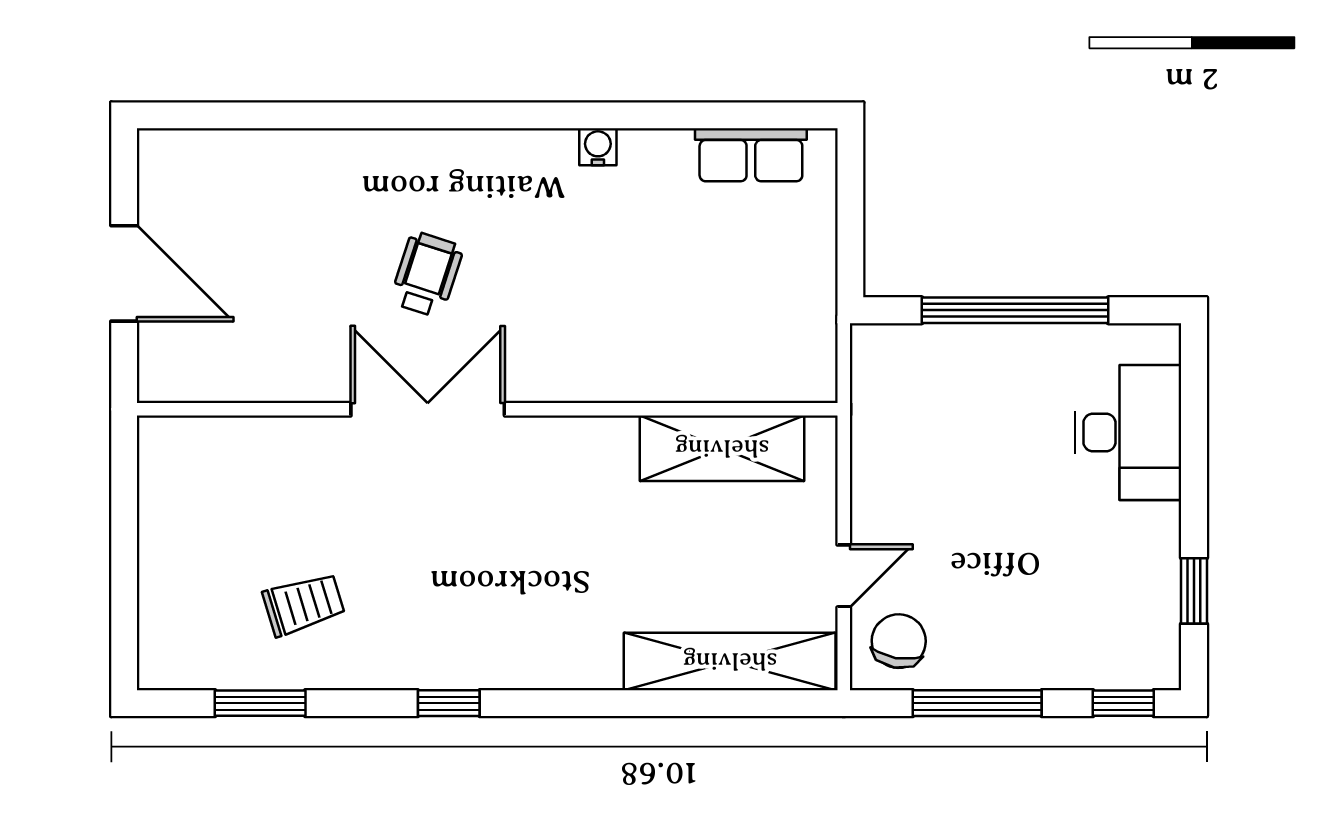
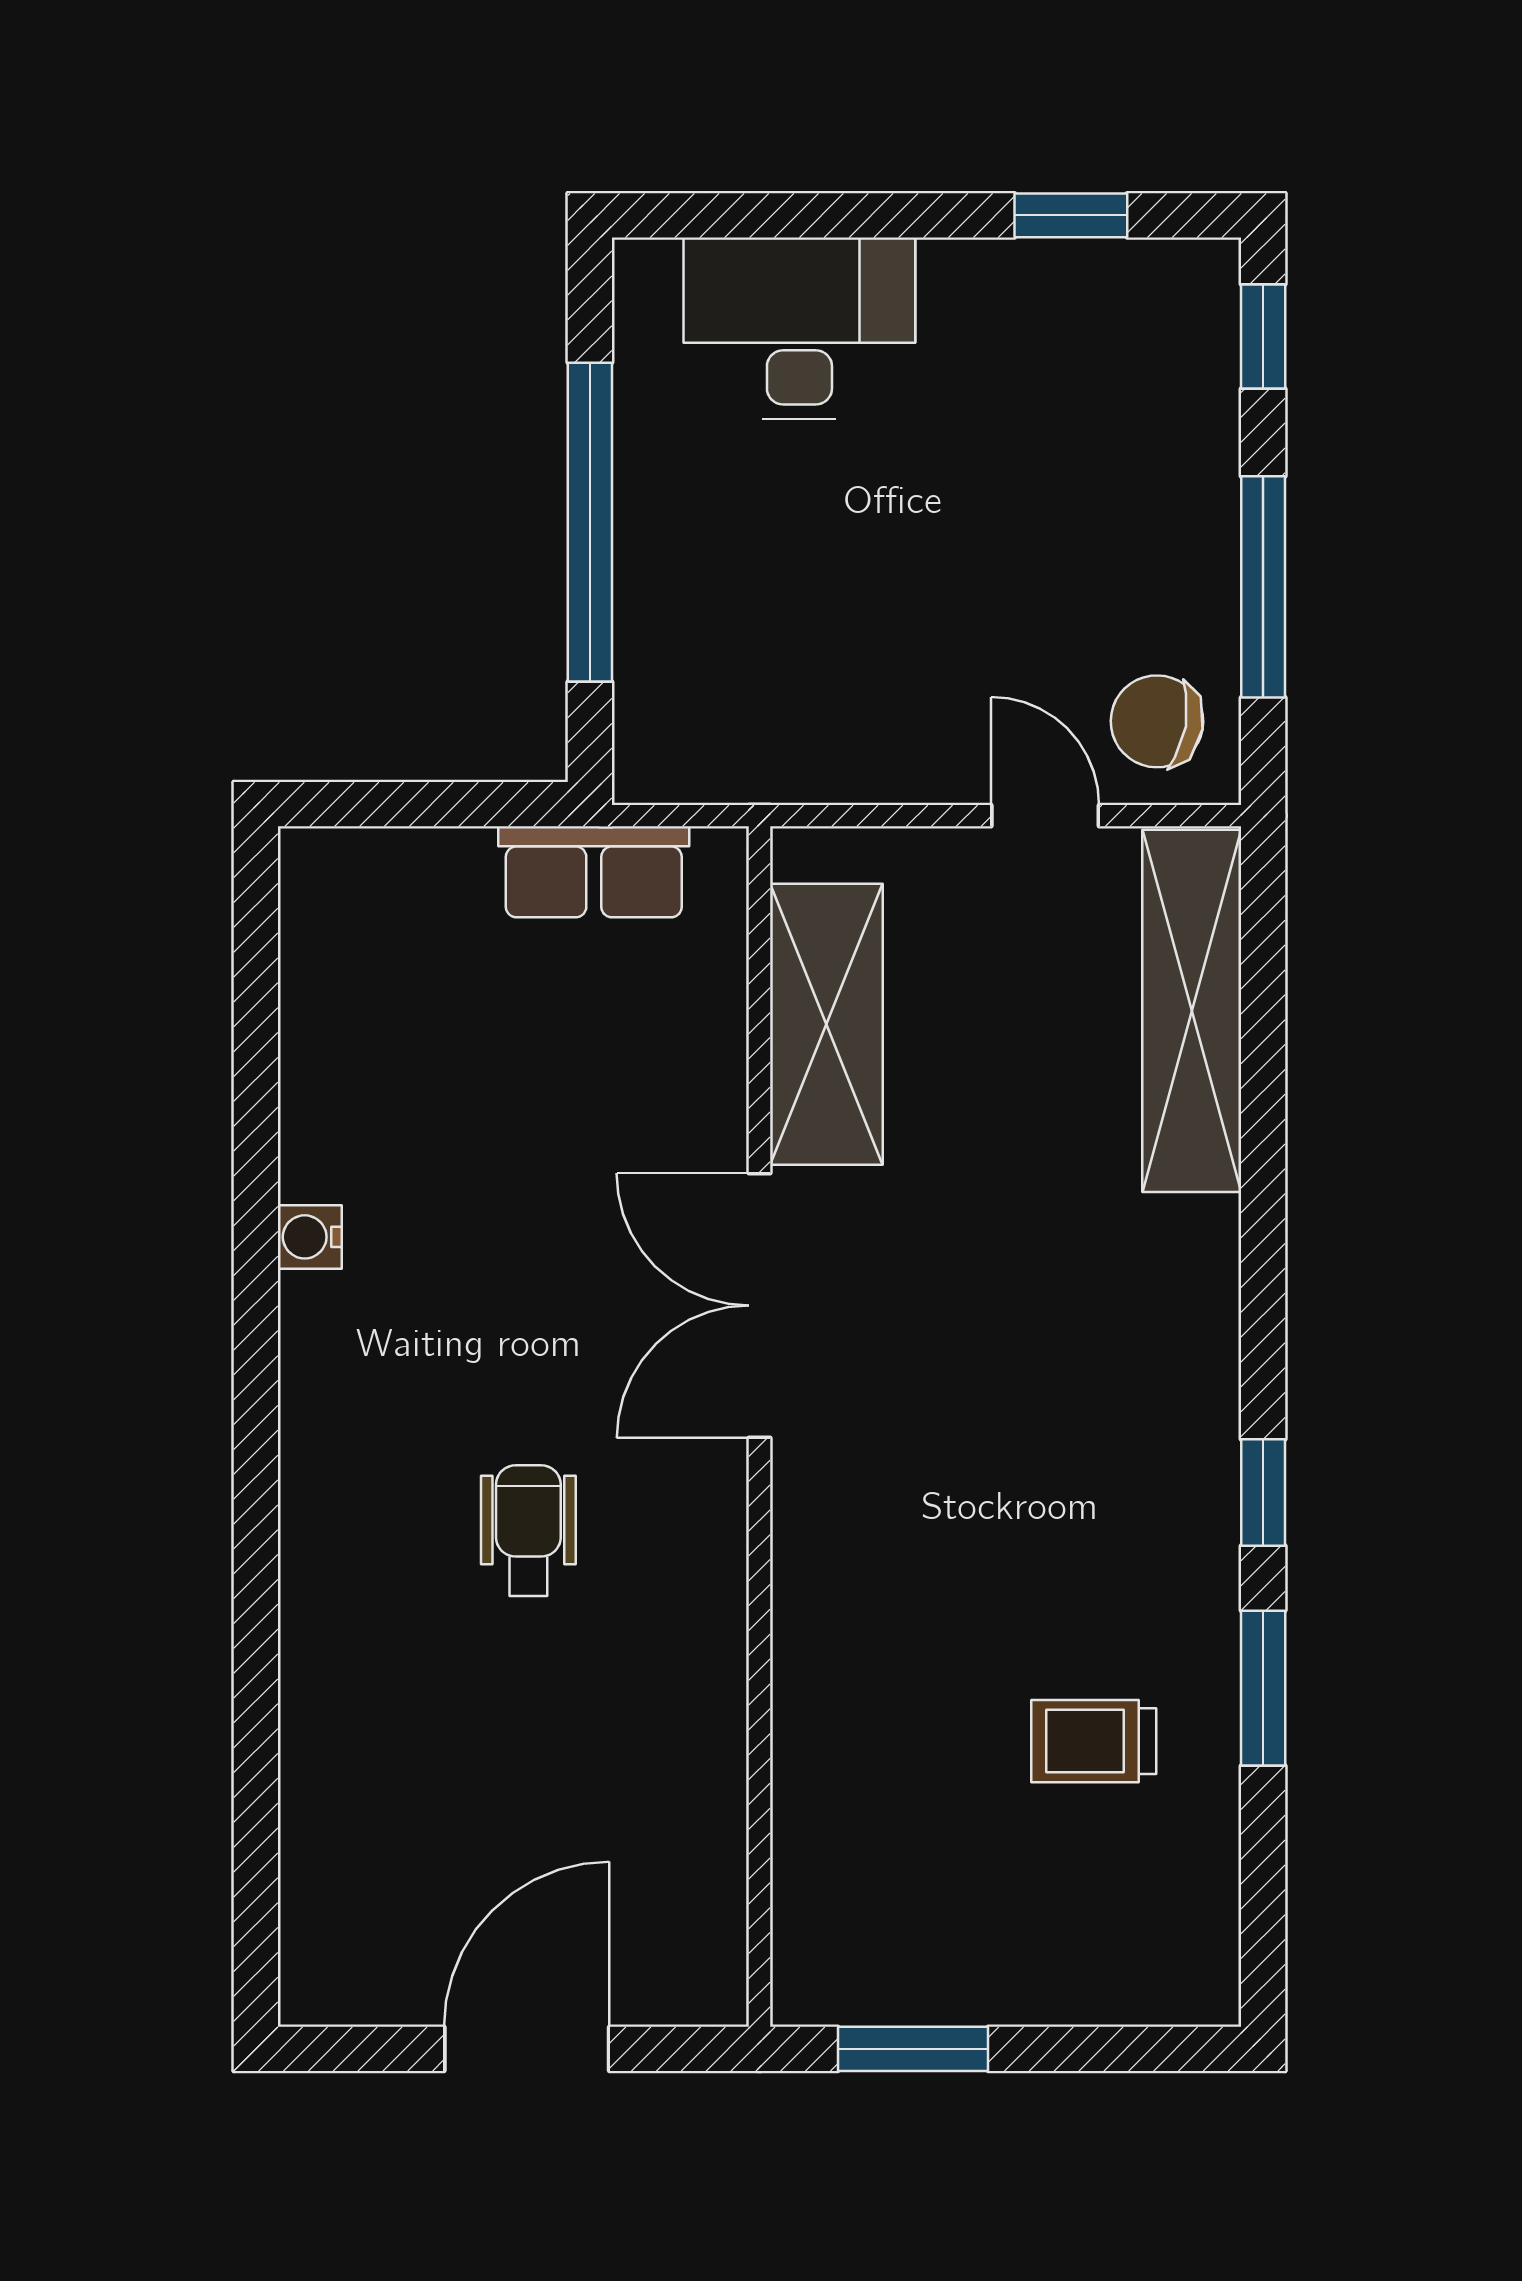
row of seats: (751, 155) -> (594, 872), moved, turned 90
wheelchair: (427, 274) -> (528, 1531), turned 72
double door: (428, 409) -> (760, 1306), moved
window: (124, 499) -> (913, 2049), added
trolley: (304, 604) -> (1094, 1741), turned -73
window: (260, 703) -> (1263, 1688), moved

